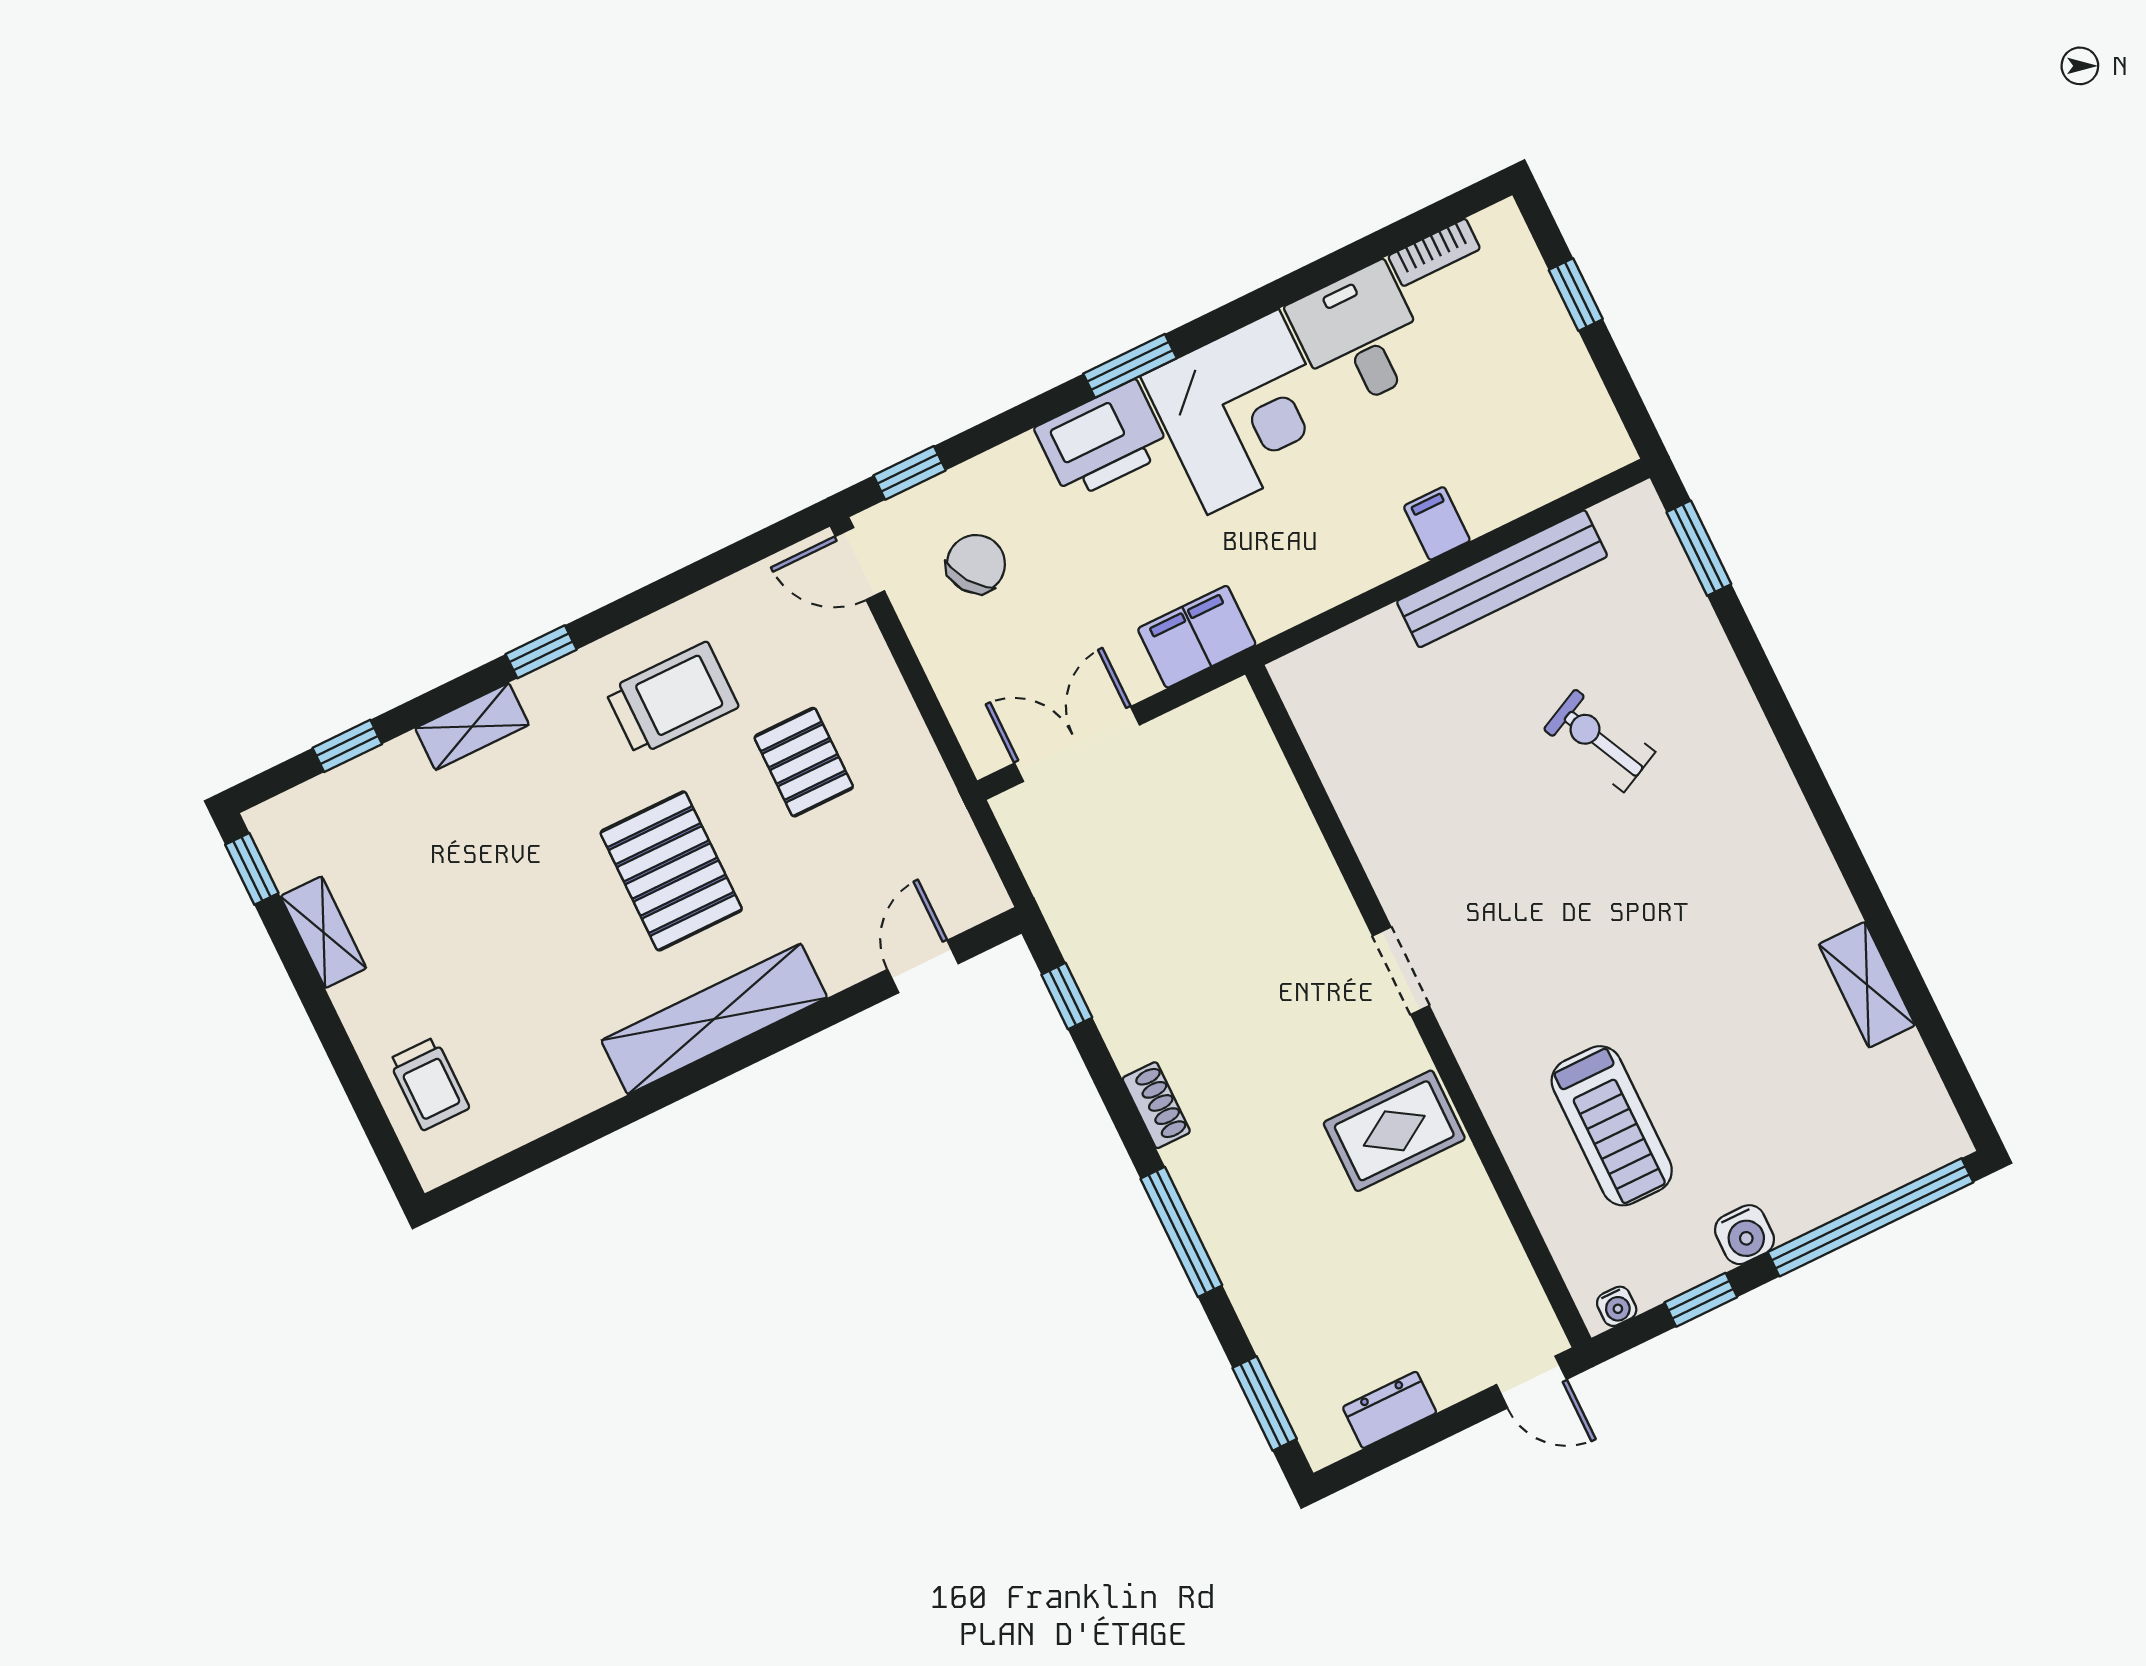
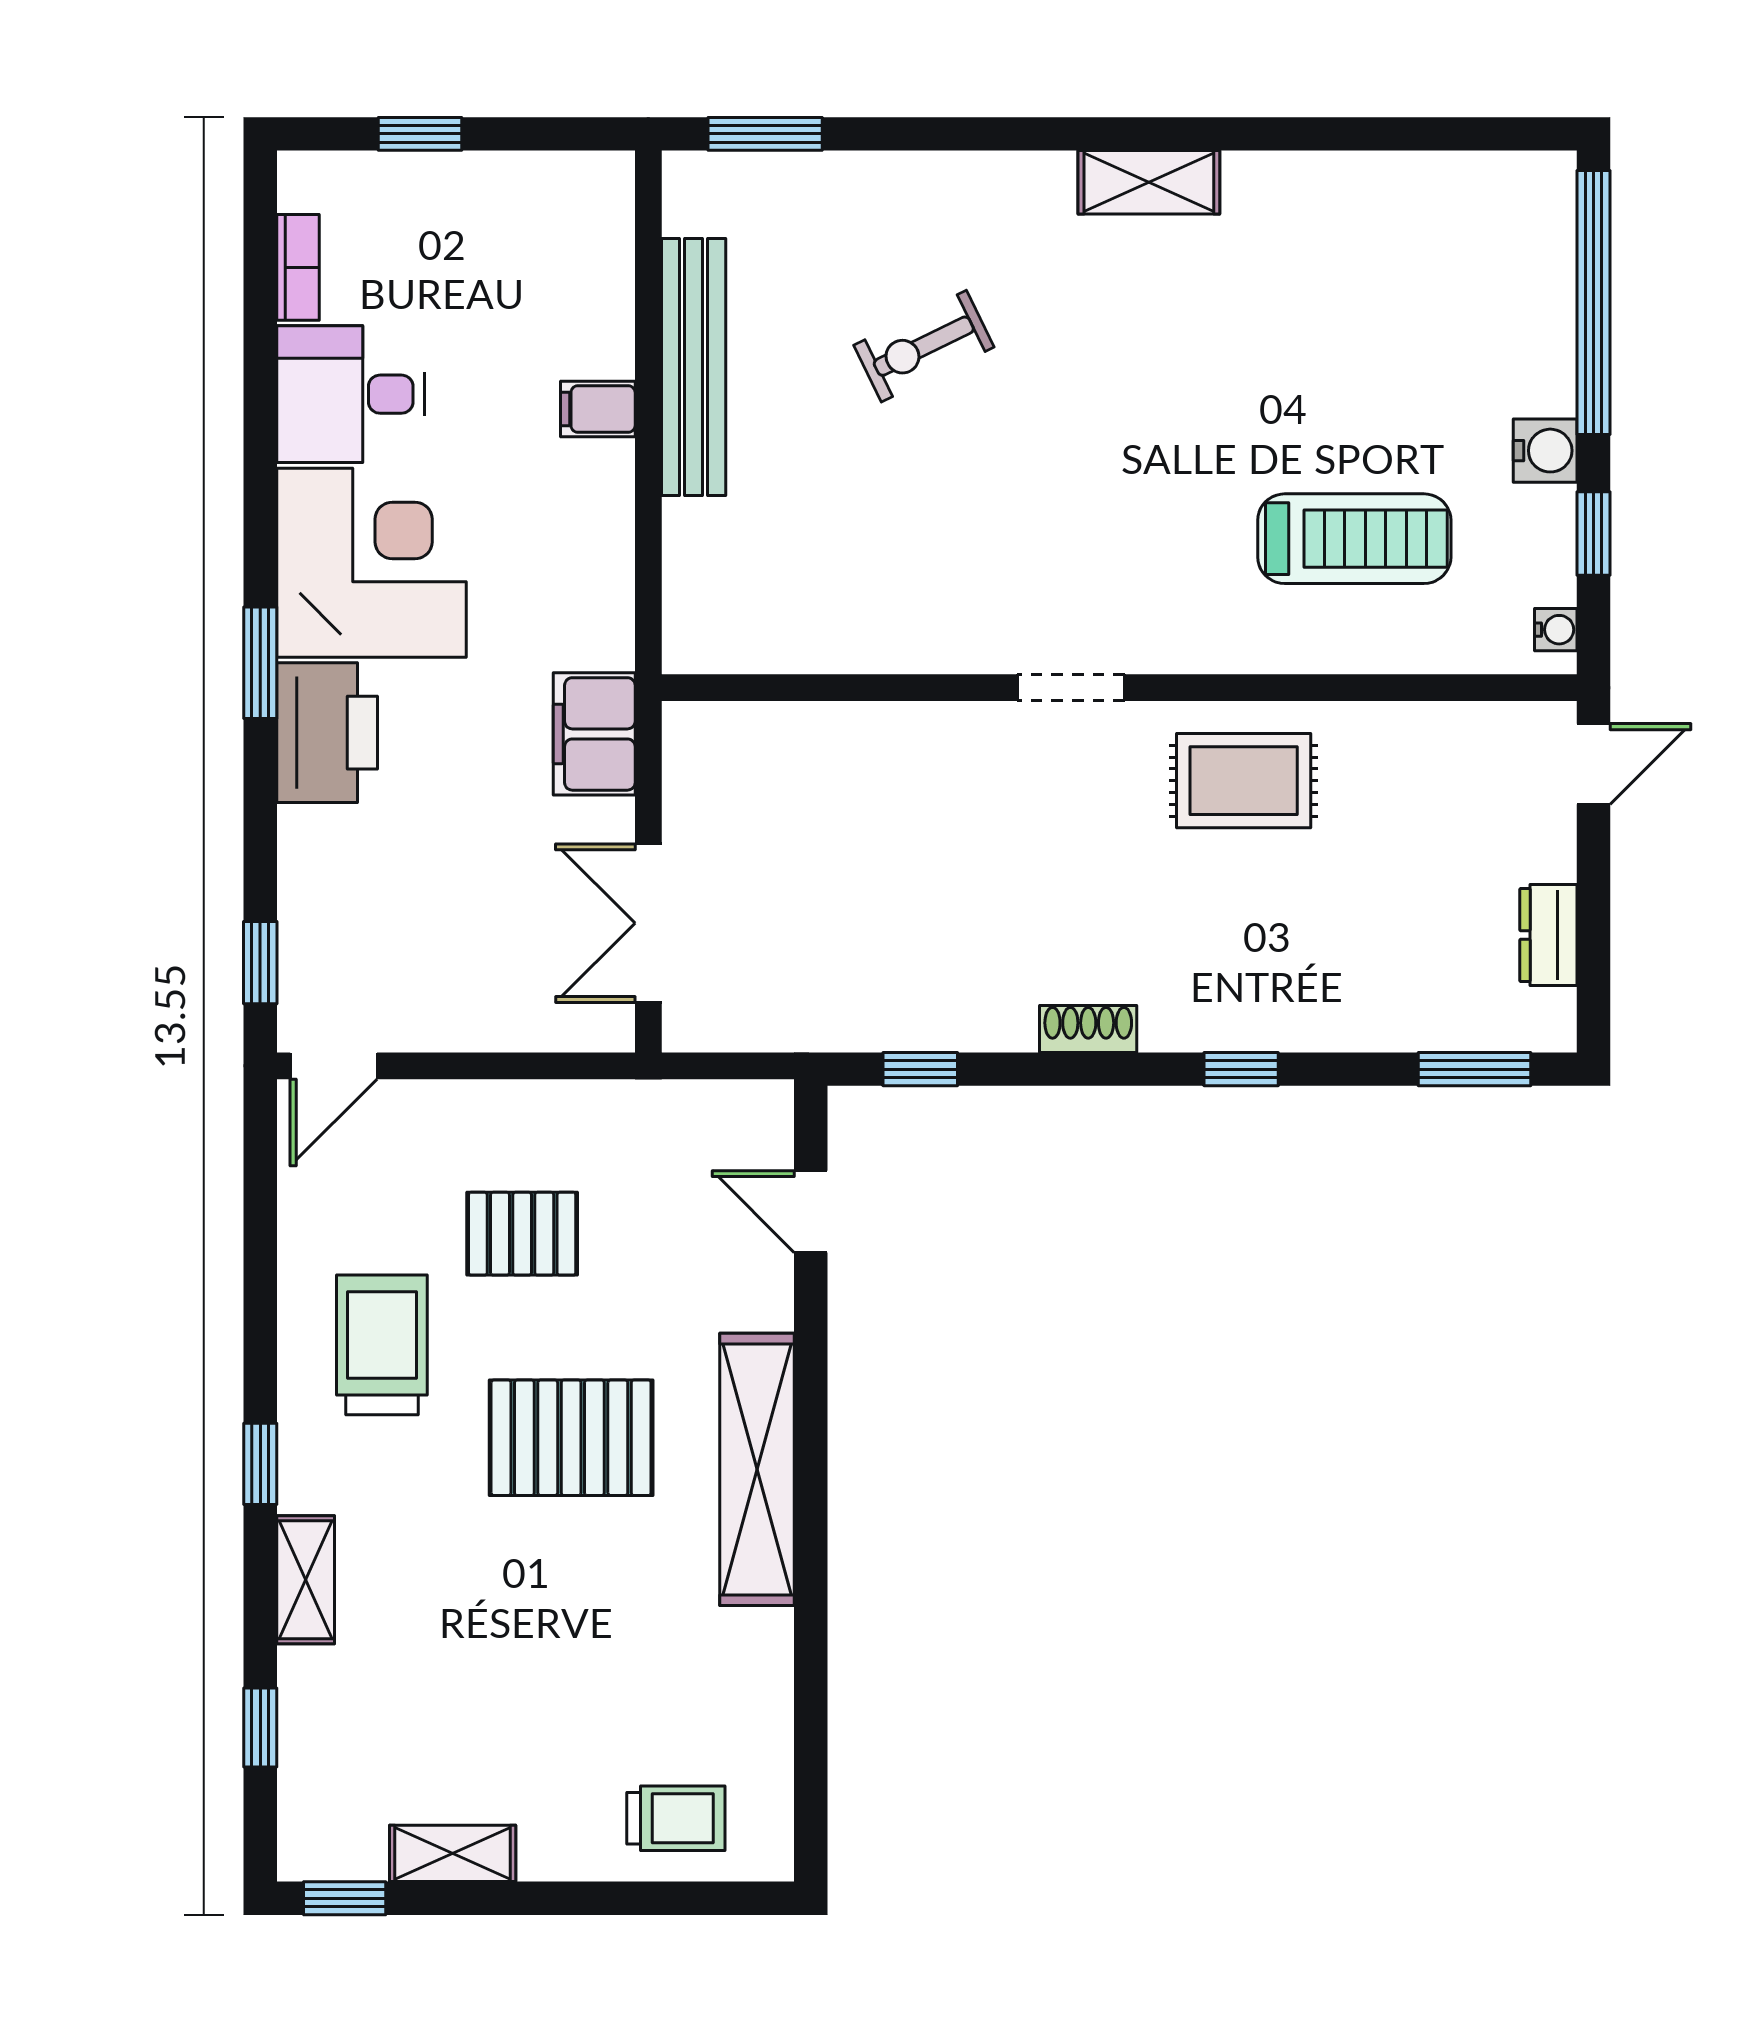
chair: (976, 564) -> (396, 938), removed
shelving: (1867, 985) -> (1149, 182), moved
rug: (1394, 1131) -> (1244, 781), turned 90
window: (1181, 1232) -> (1241, 1069), width x0.46

